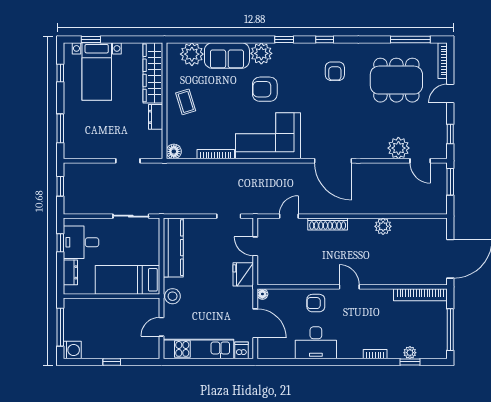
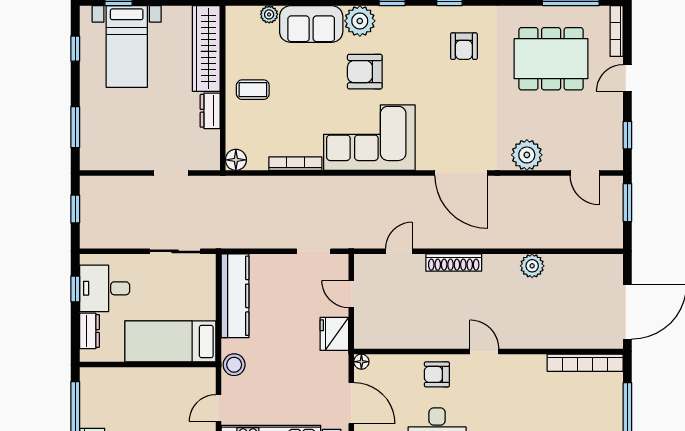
plant: (192, 54) -> (269, 14), width x0.53, depth x0.53
coffee table: (186, 102) -> (253, 90), turned -73
plant: (398, 148) -> (527, 155), moved

